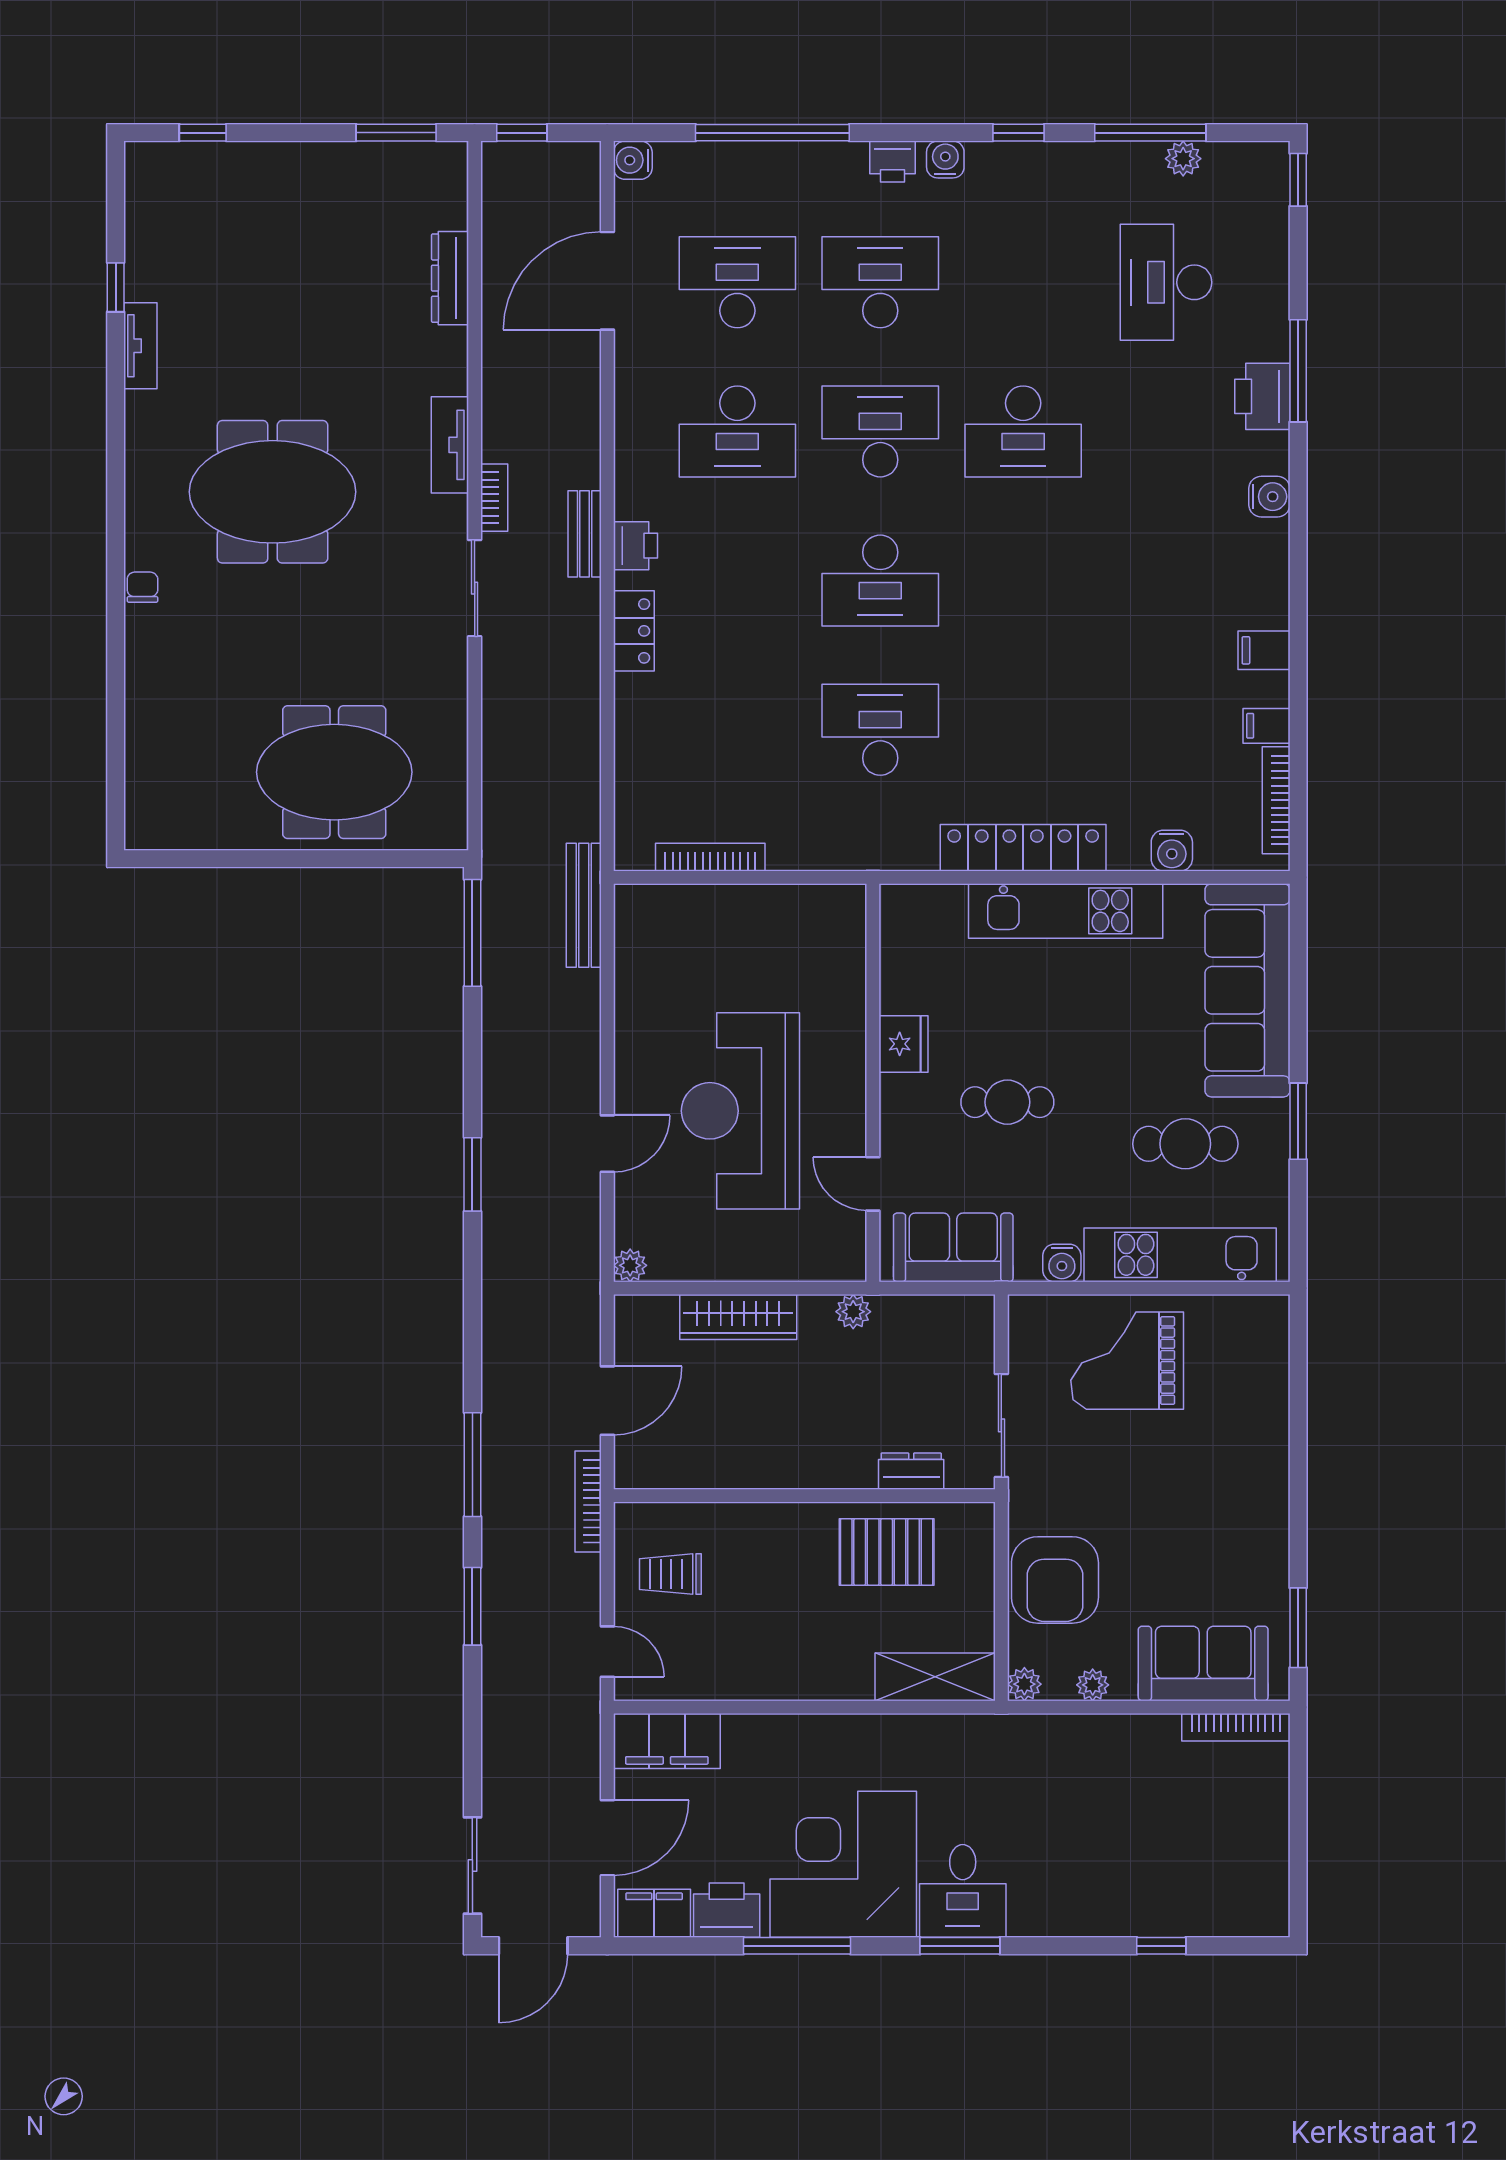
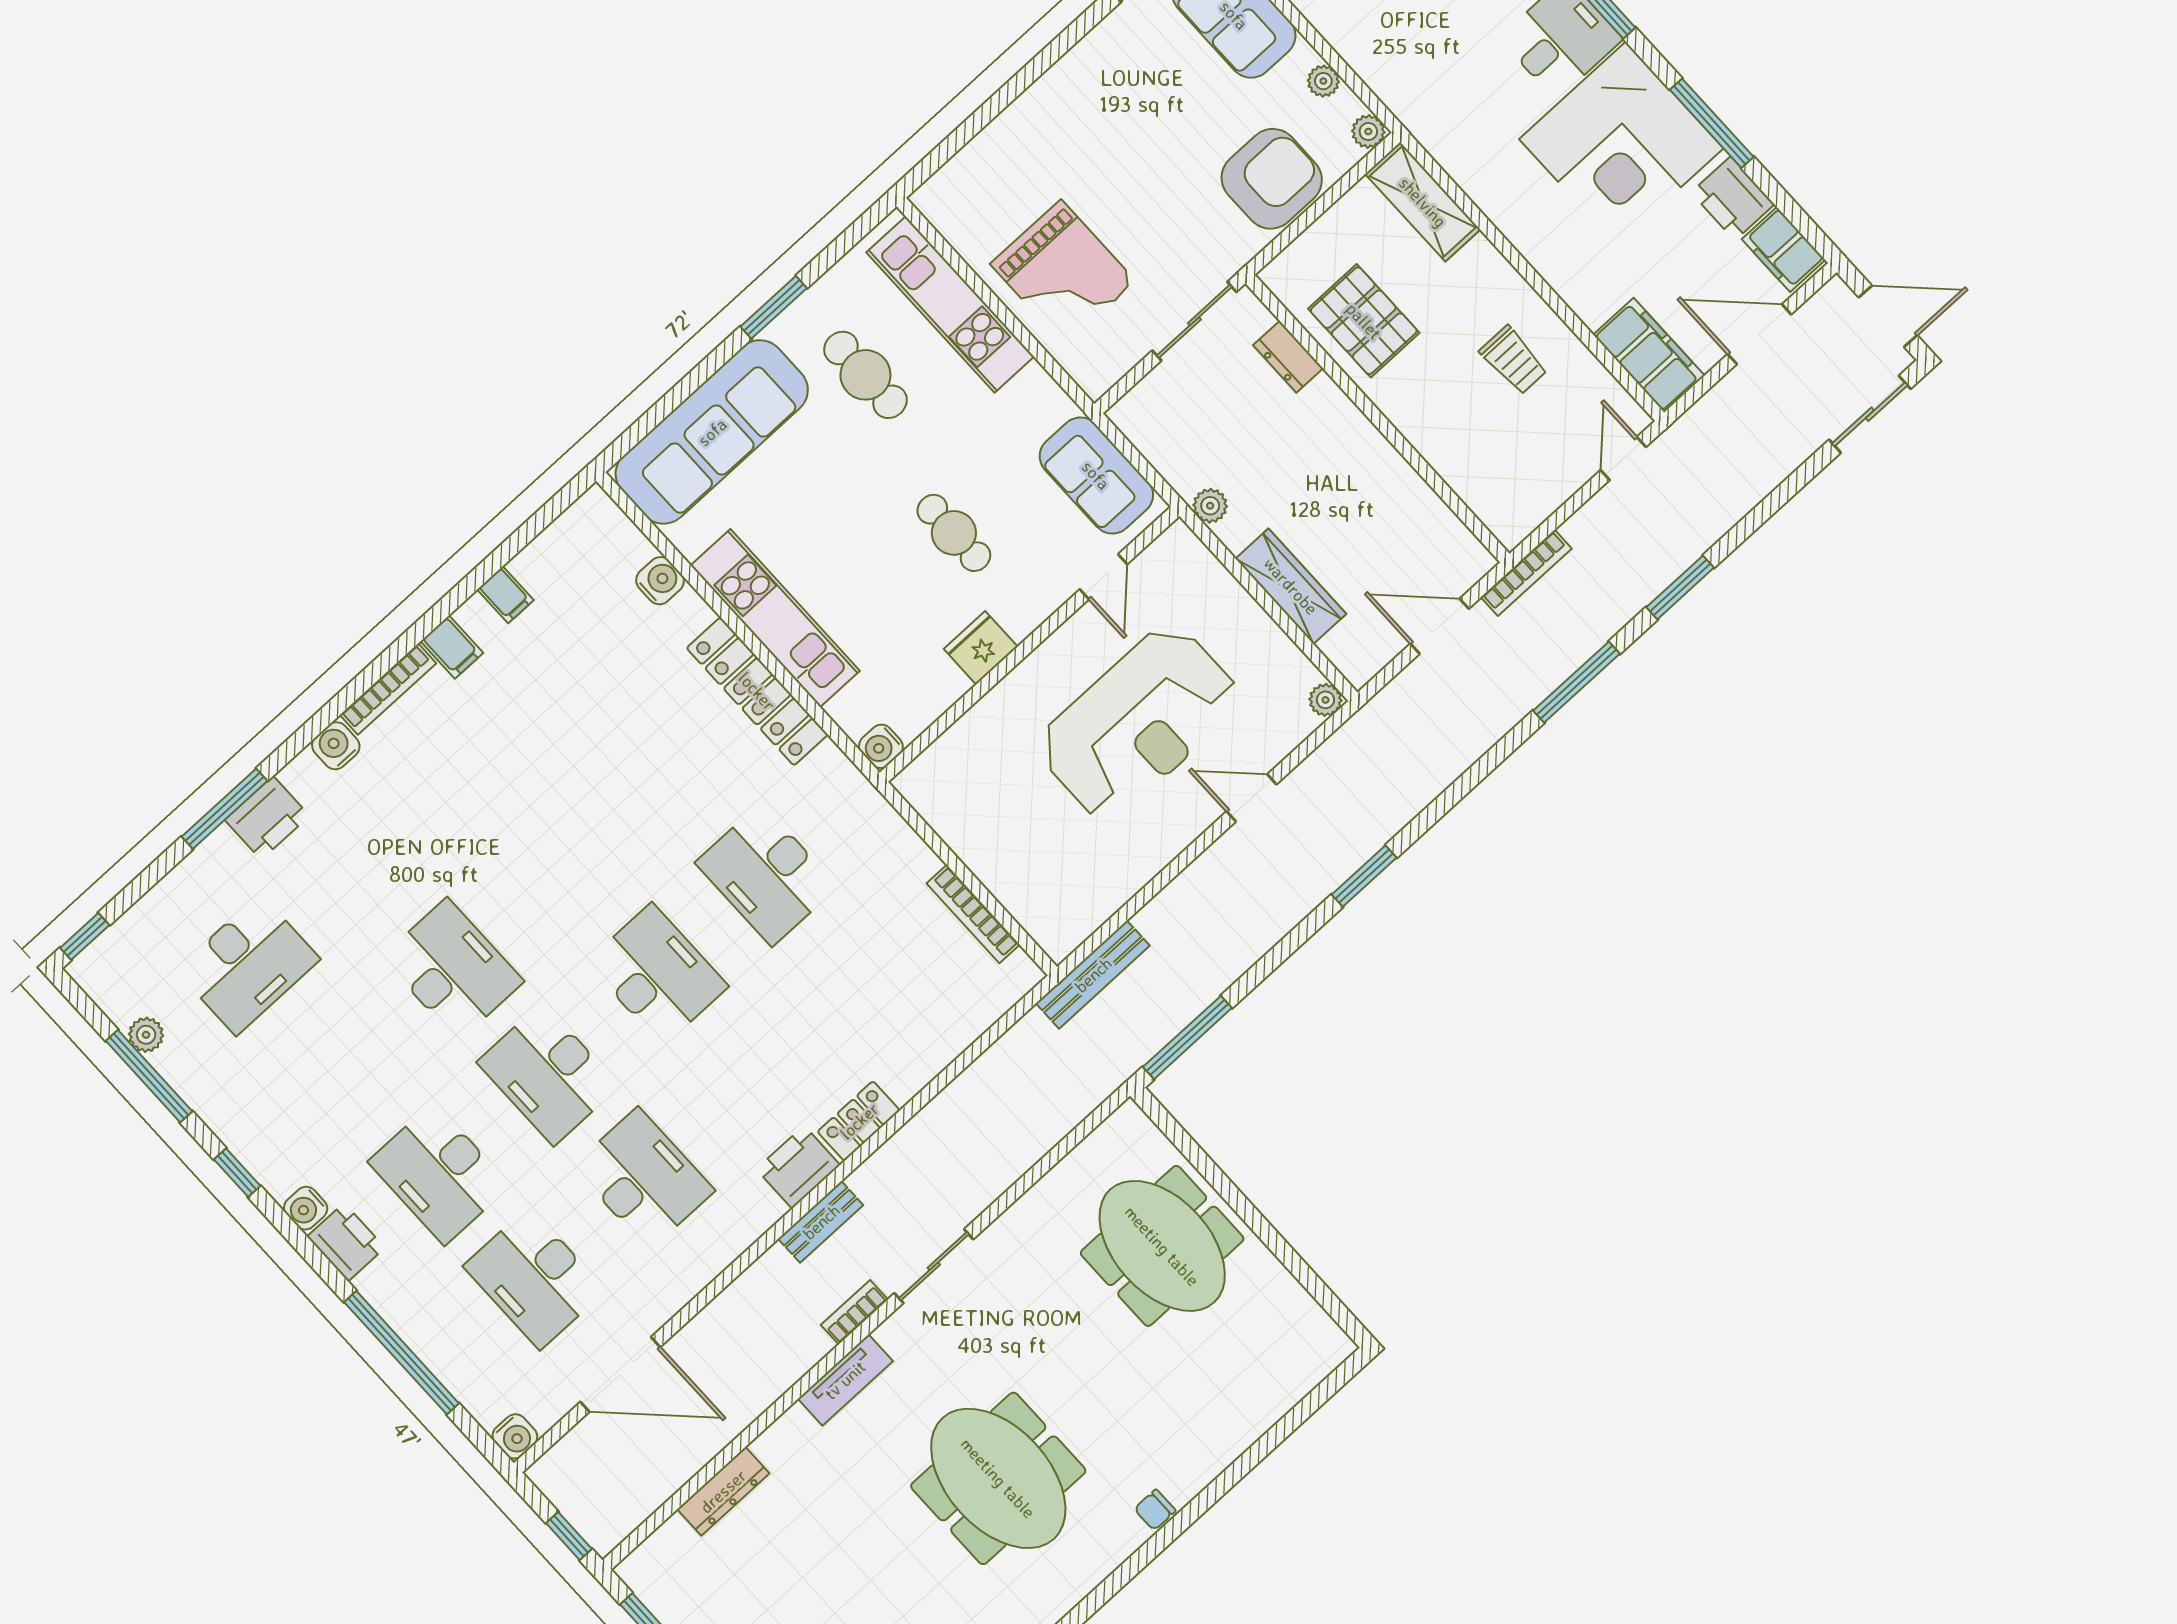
printer: (892, 162) -> (346, 1242), width x1.36, depth x1.24
printer: (635, 546) -> (798, 1167), width x1.36, depth x1.24
bookcase: (1276, 800) -> (388, 689), moved
water cooler: (1062, 1263) -> (881, 746), moved, turned 180
trolley: (670, 1574) -> (1514, 360), moved

